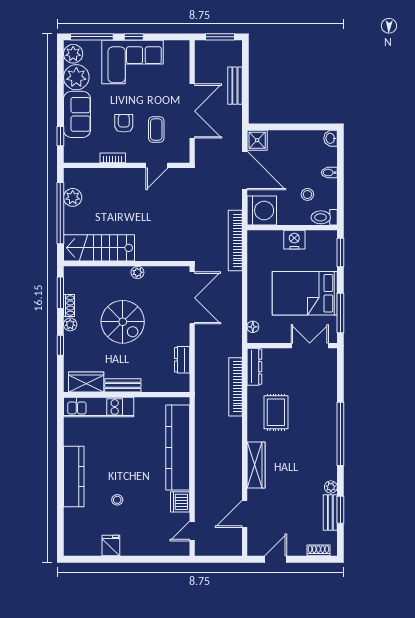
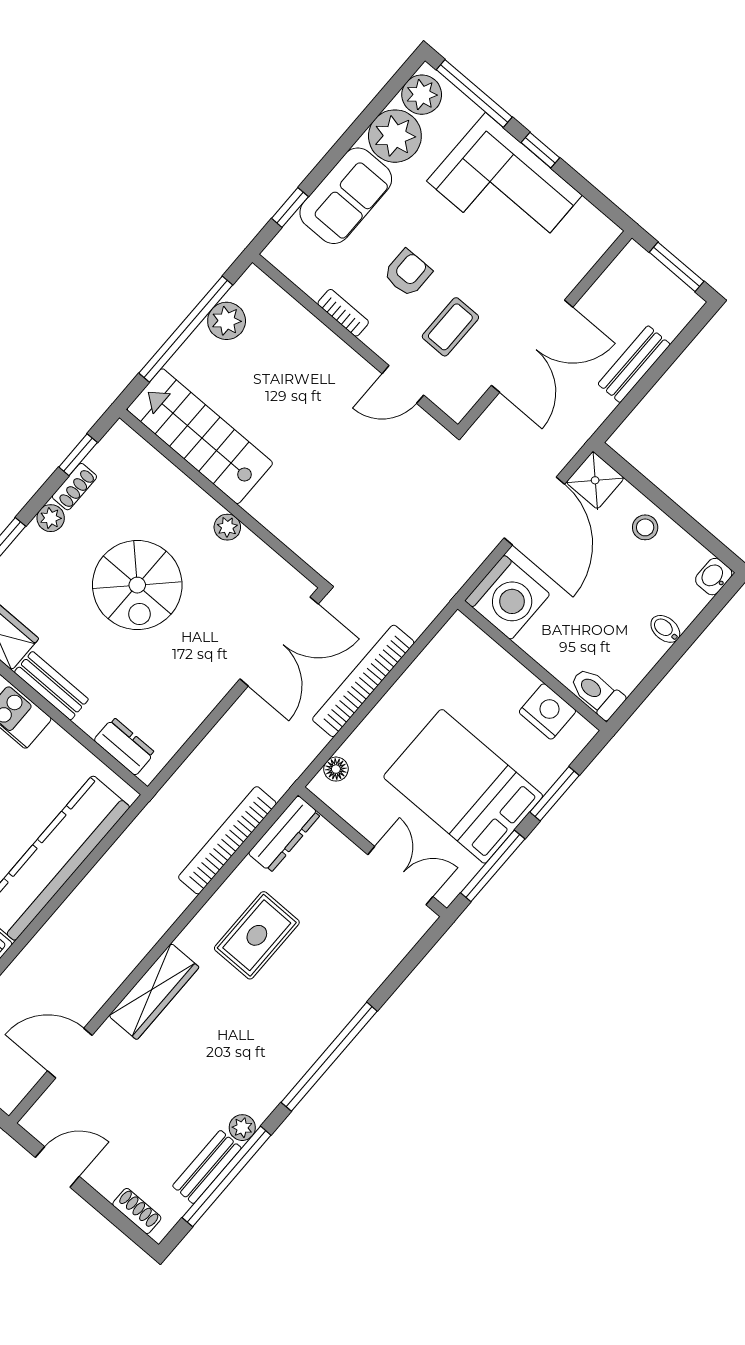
stool: (307, 194) -> (645, 527), moved
nightstand: (294, 240) -> (547, 711), moved
bookcase: (235, 241) -> (363, 681), moved
window: (340, 252) -> (555, 794), moved
window: (60, 293) -> (78, 455), width x0.67
dresser: (182, 360) -> (124, 746), moved, turned 90
window: (340, 510) -> (227, 1176), width x2.11

